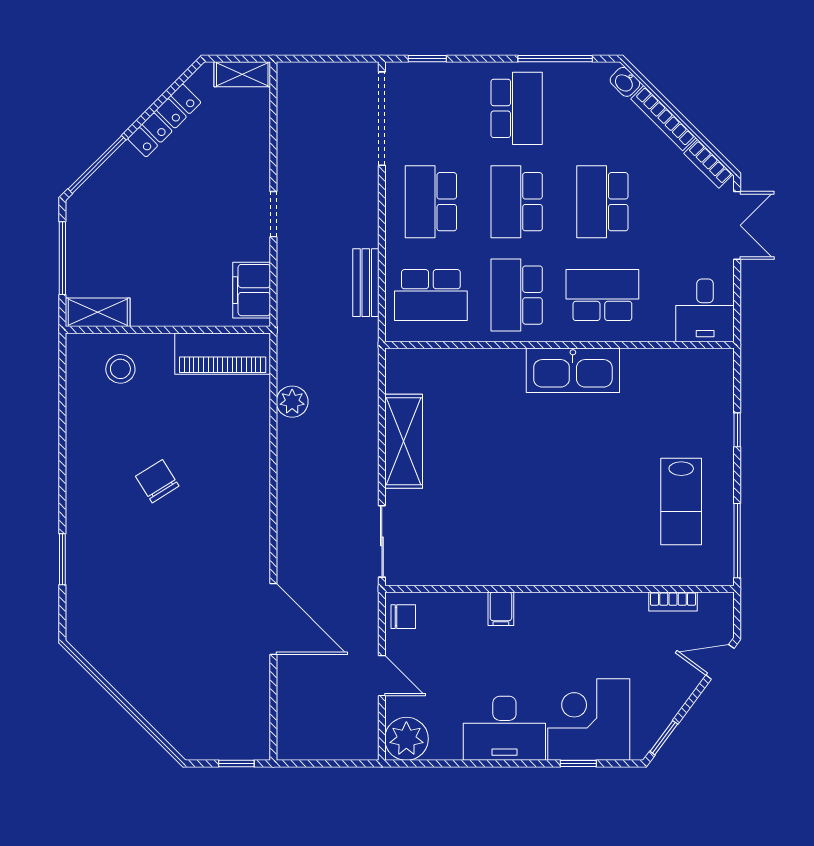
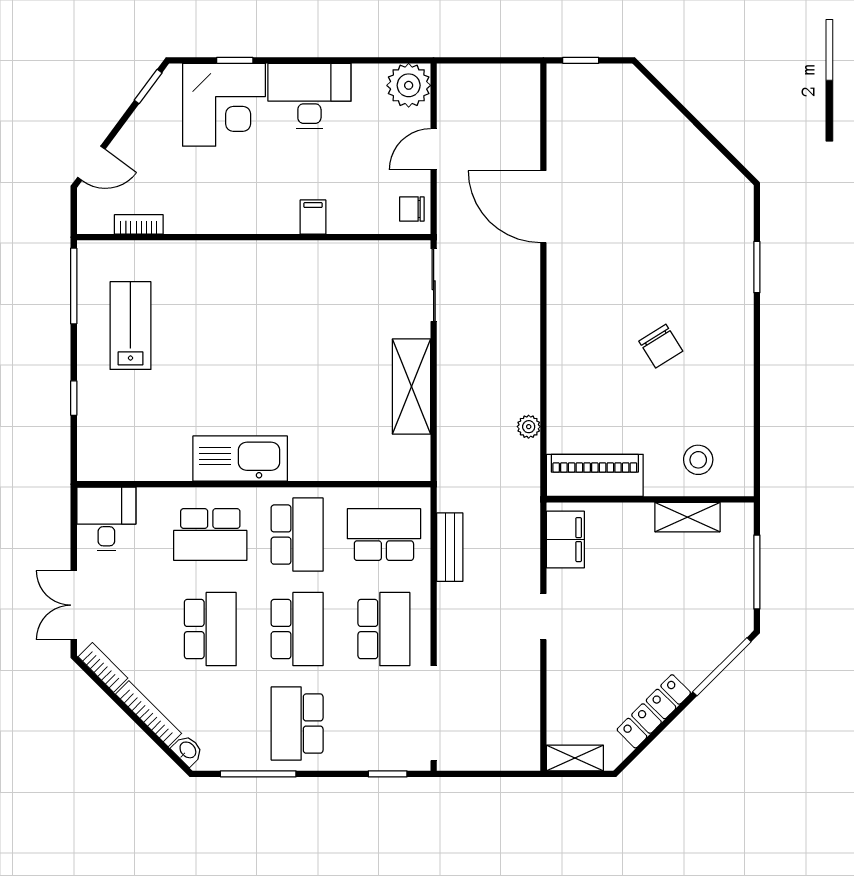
shelving: (98, 312) -> (687, 517), moved
plant: (292, 402) -> (529, 427), width x0.73, depth x0.73
door: (382, 676) -> (434, 149), hinge flipped

